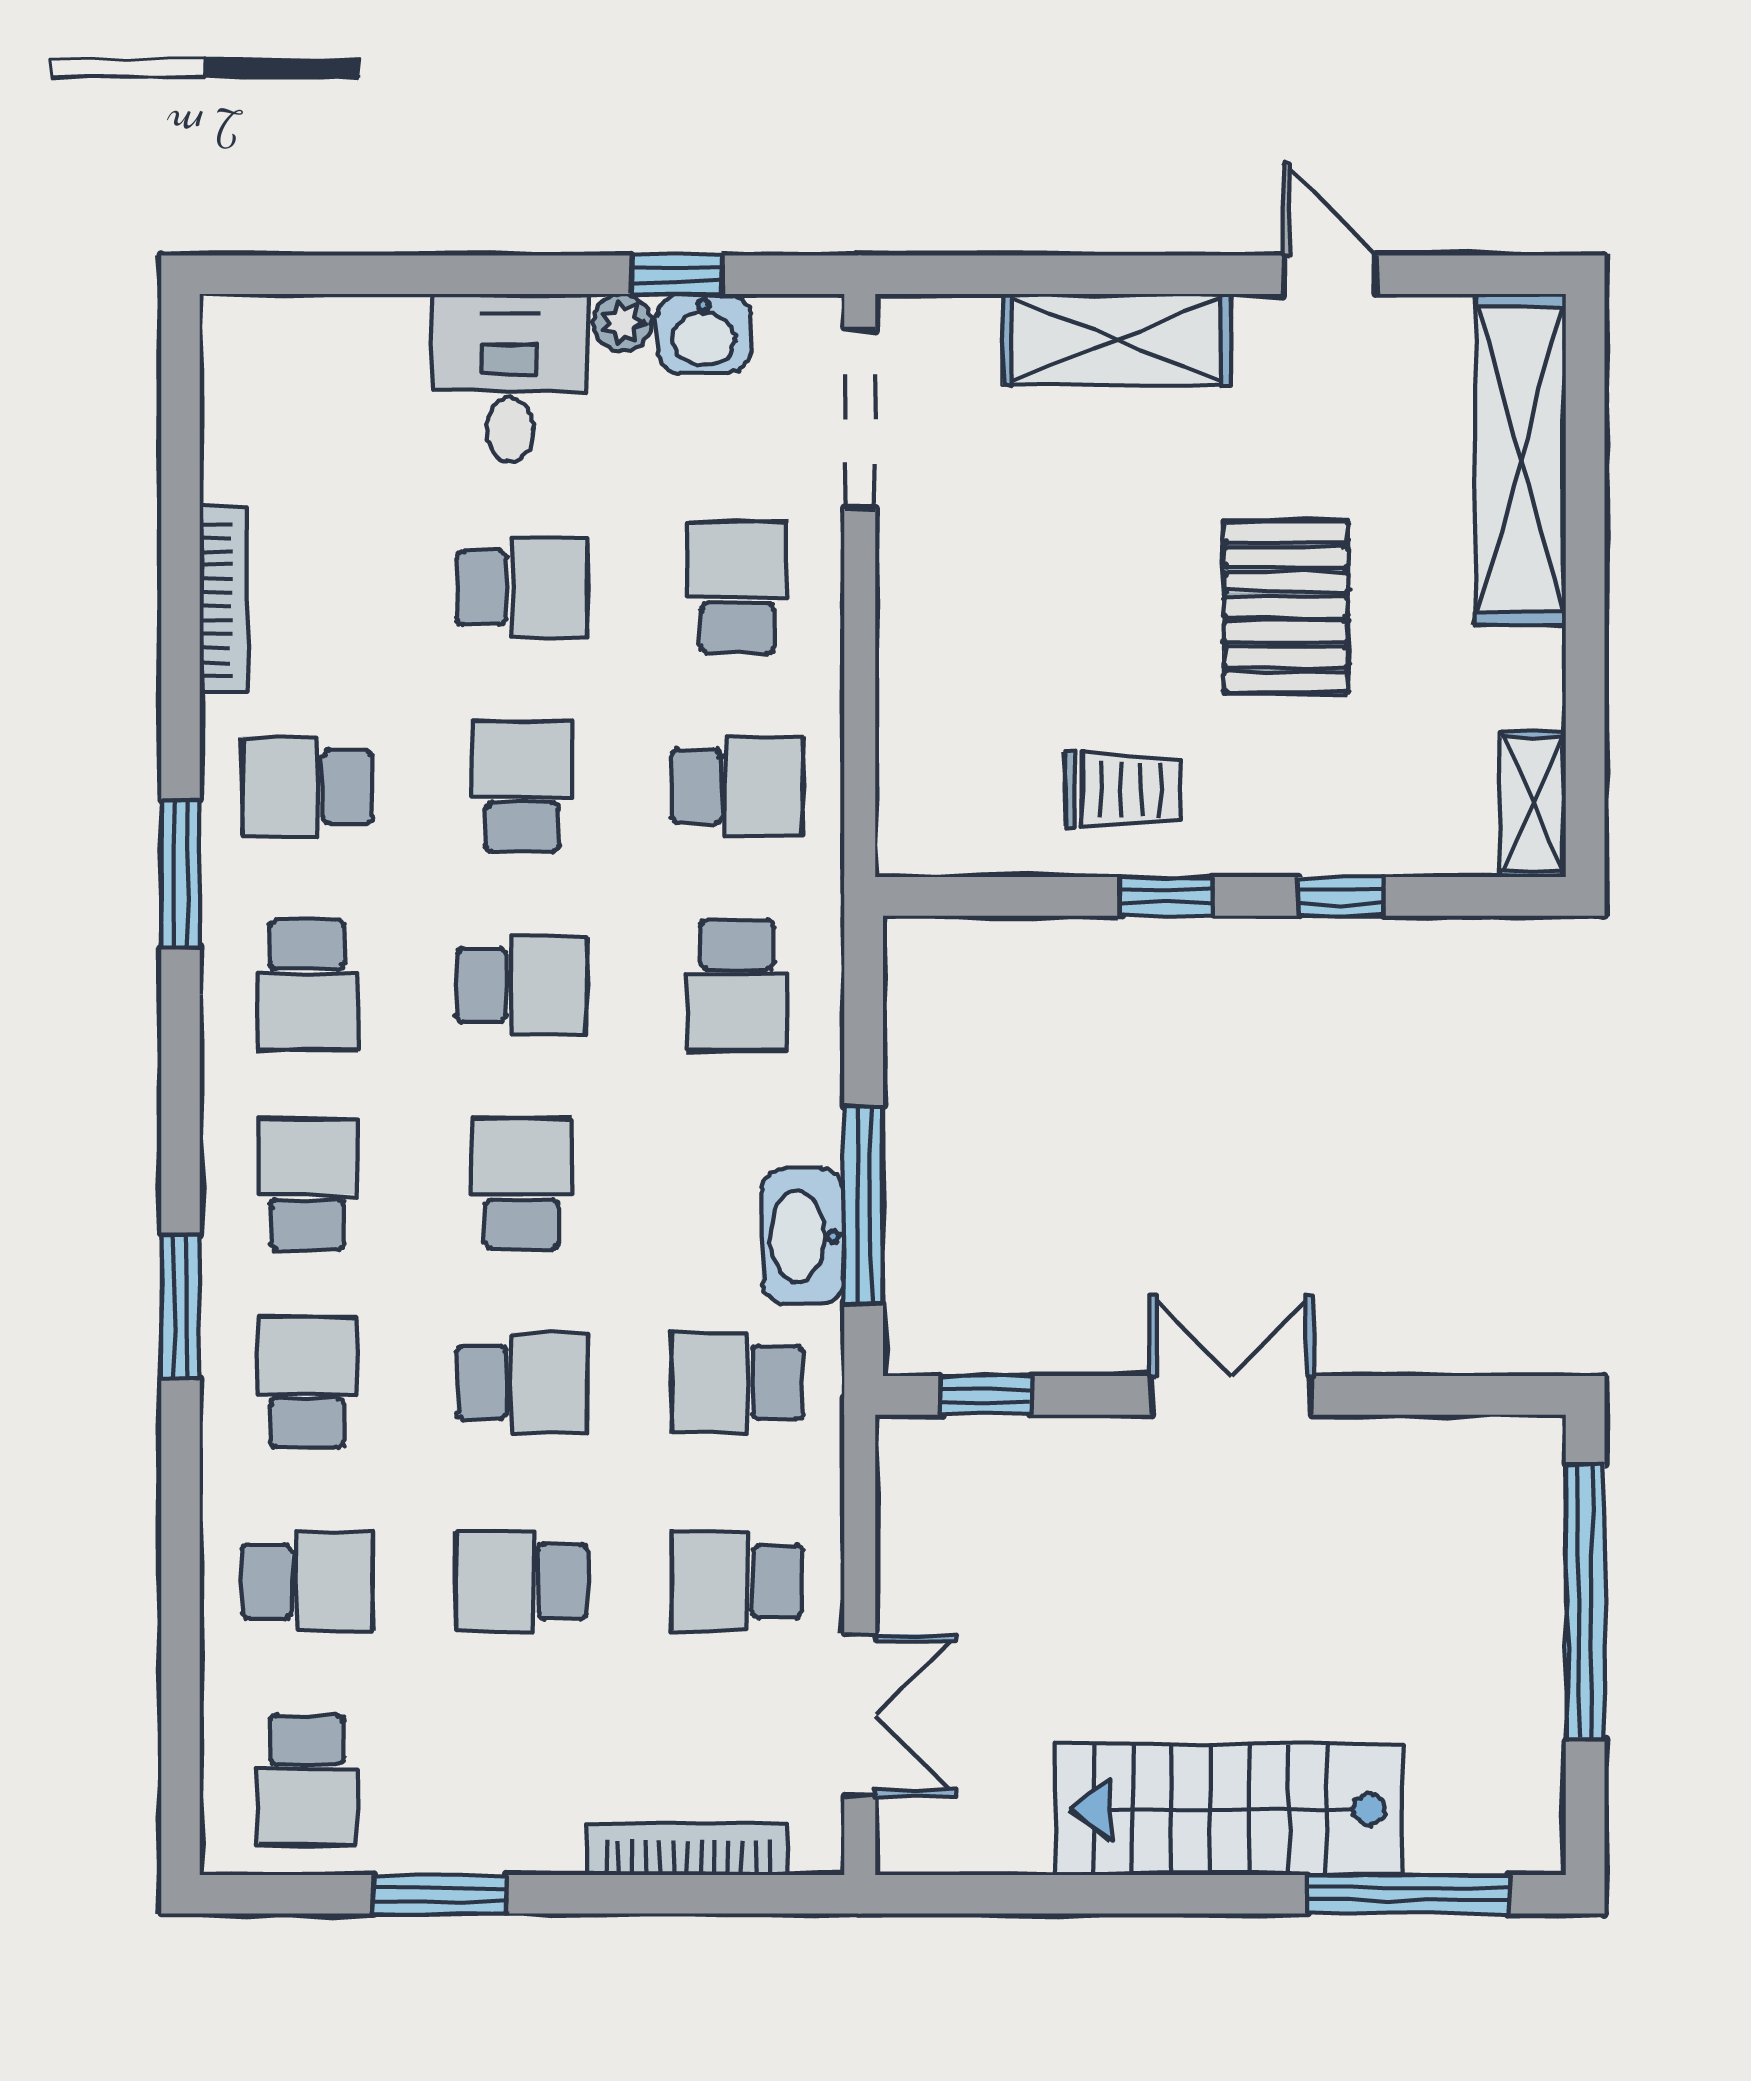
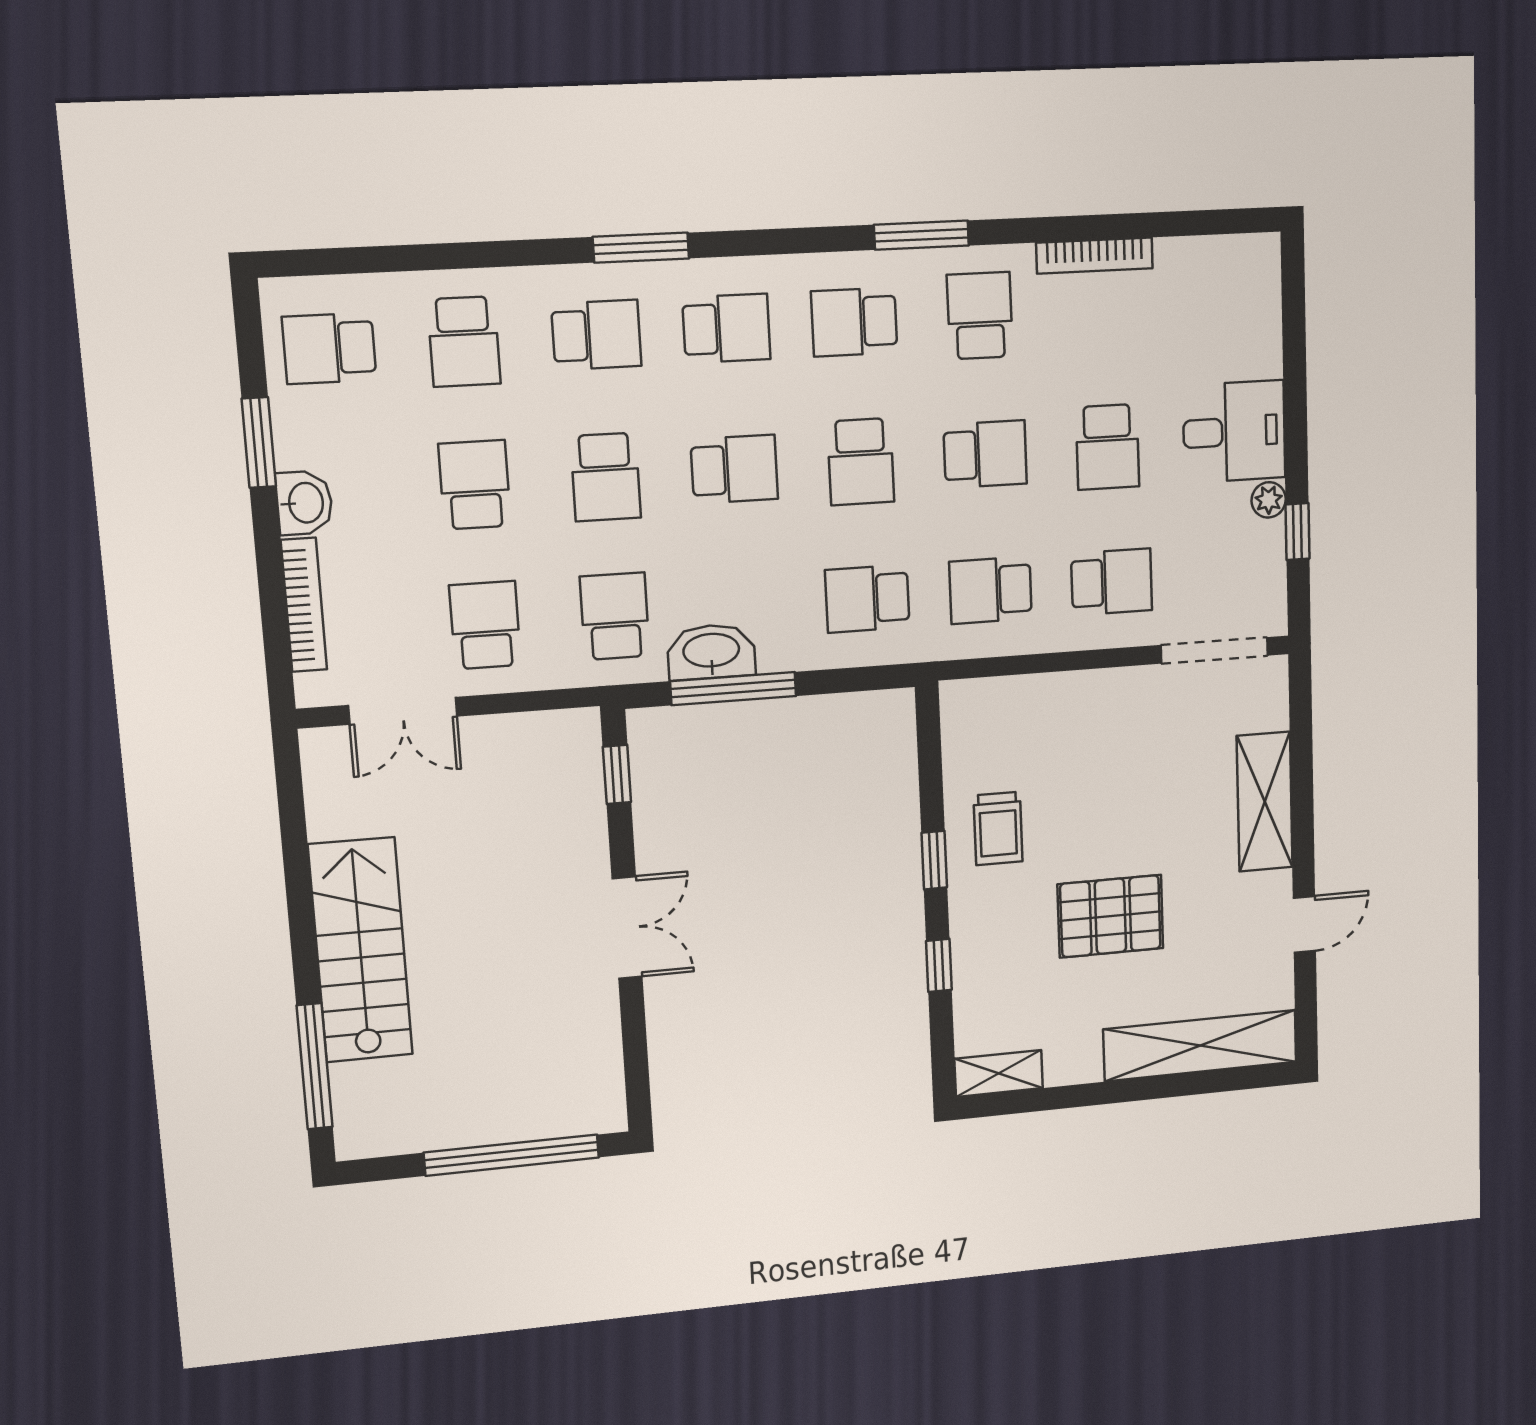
washbasin: (704, 333) -> (304, 503), moved, turned 180
school desk: (737, 786) -> (991, 590), turned 90

